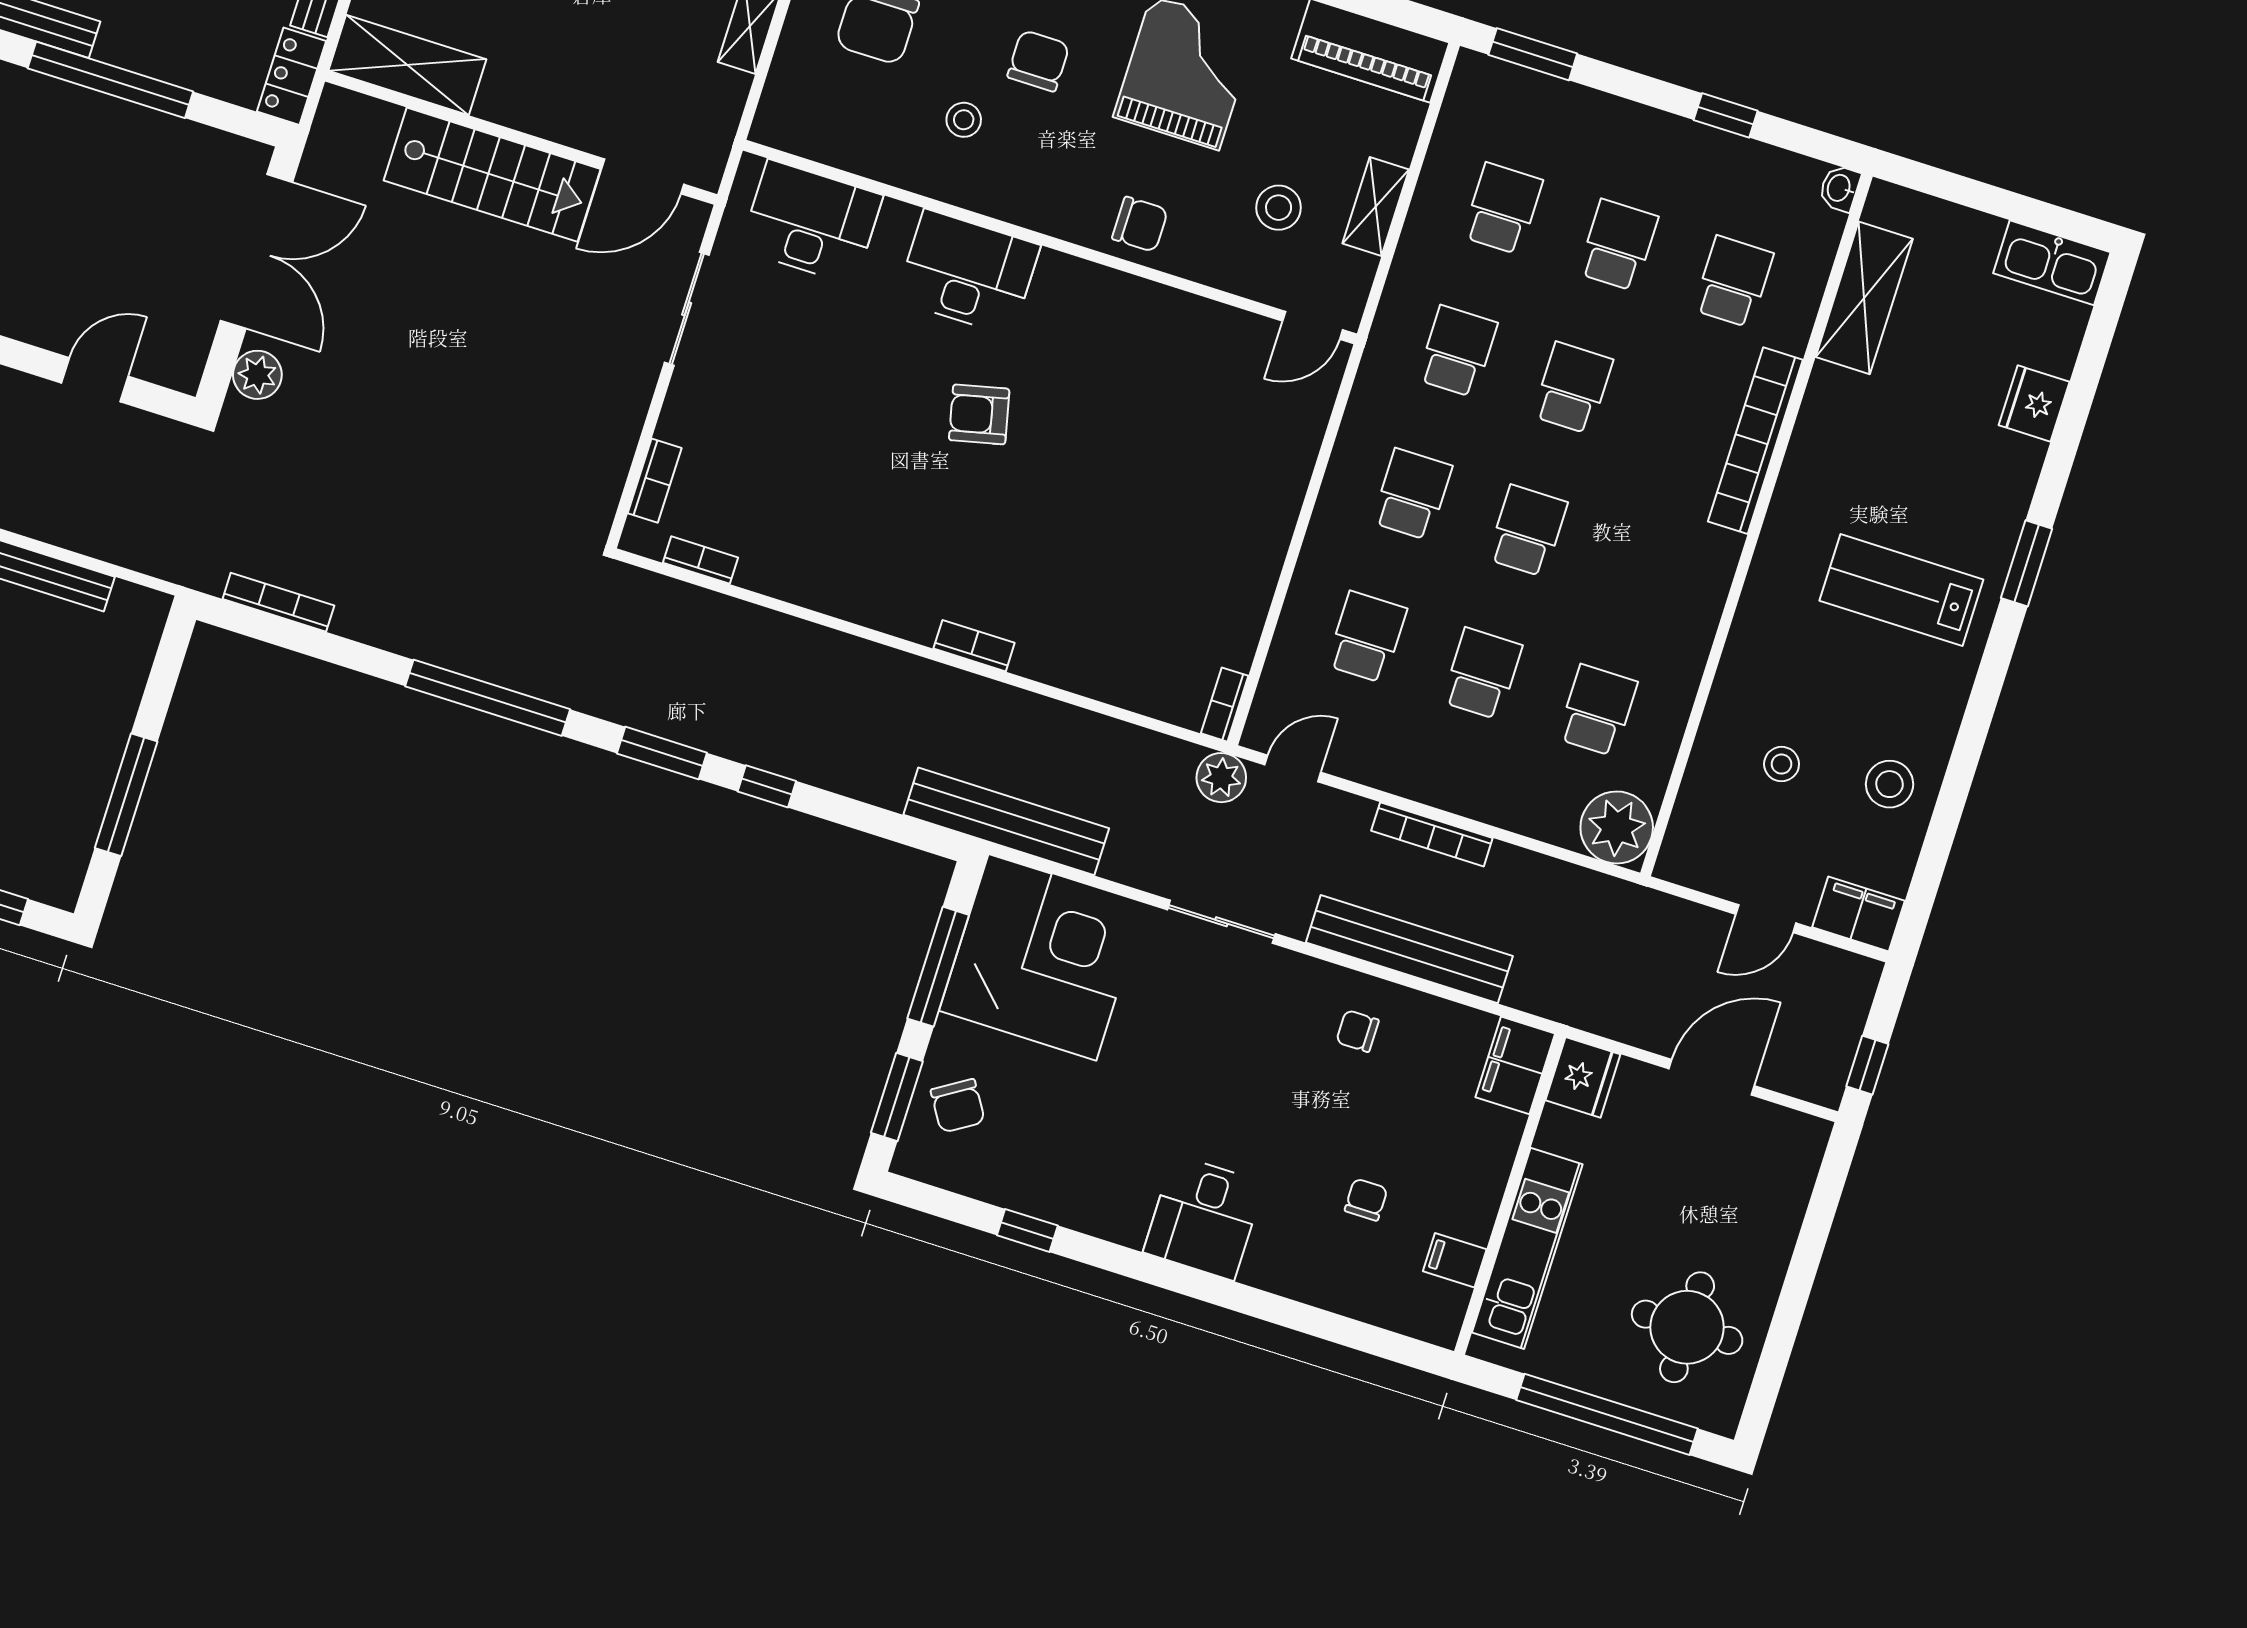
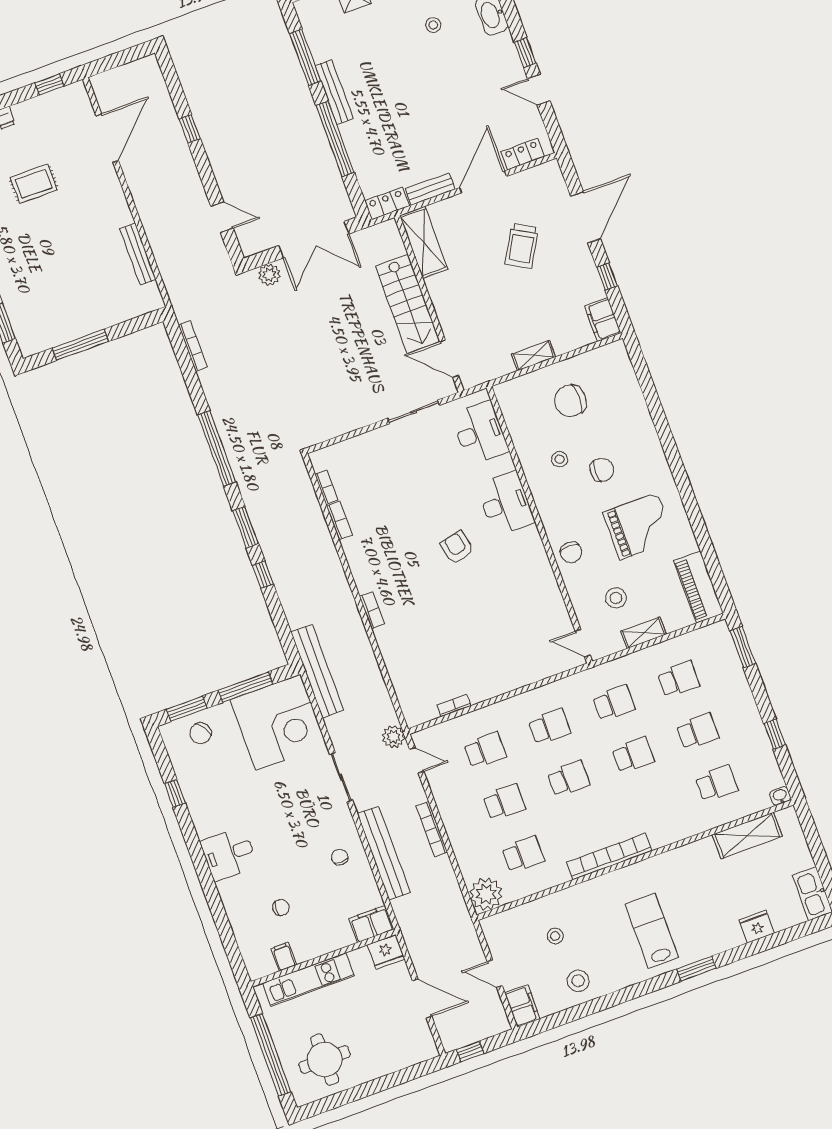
bookcase: (1755, 441) -> (609, 856), moved
bookcase: (655, 481) -> (339, 520), moved, turned -90
bookcase: (1225, 705) -> (454, 705), moved

